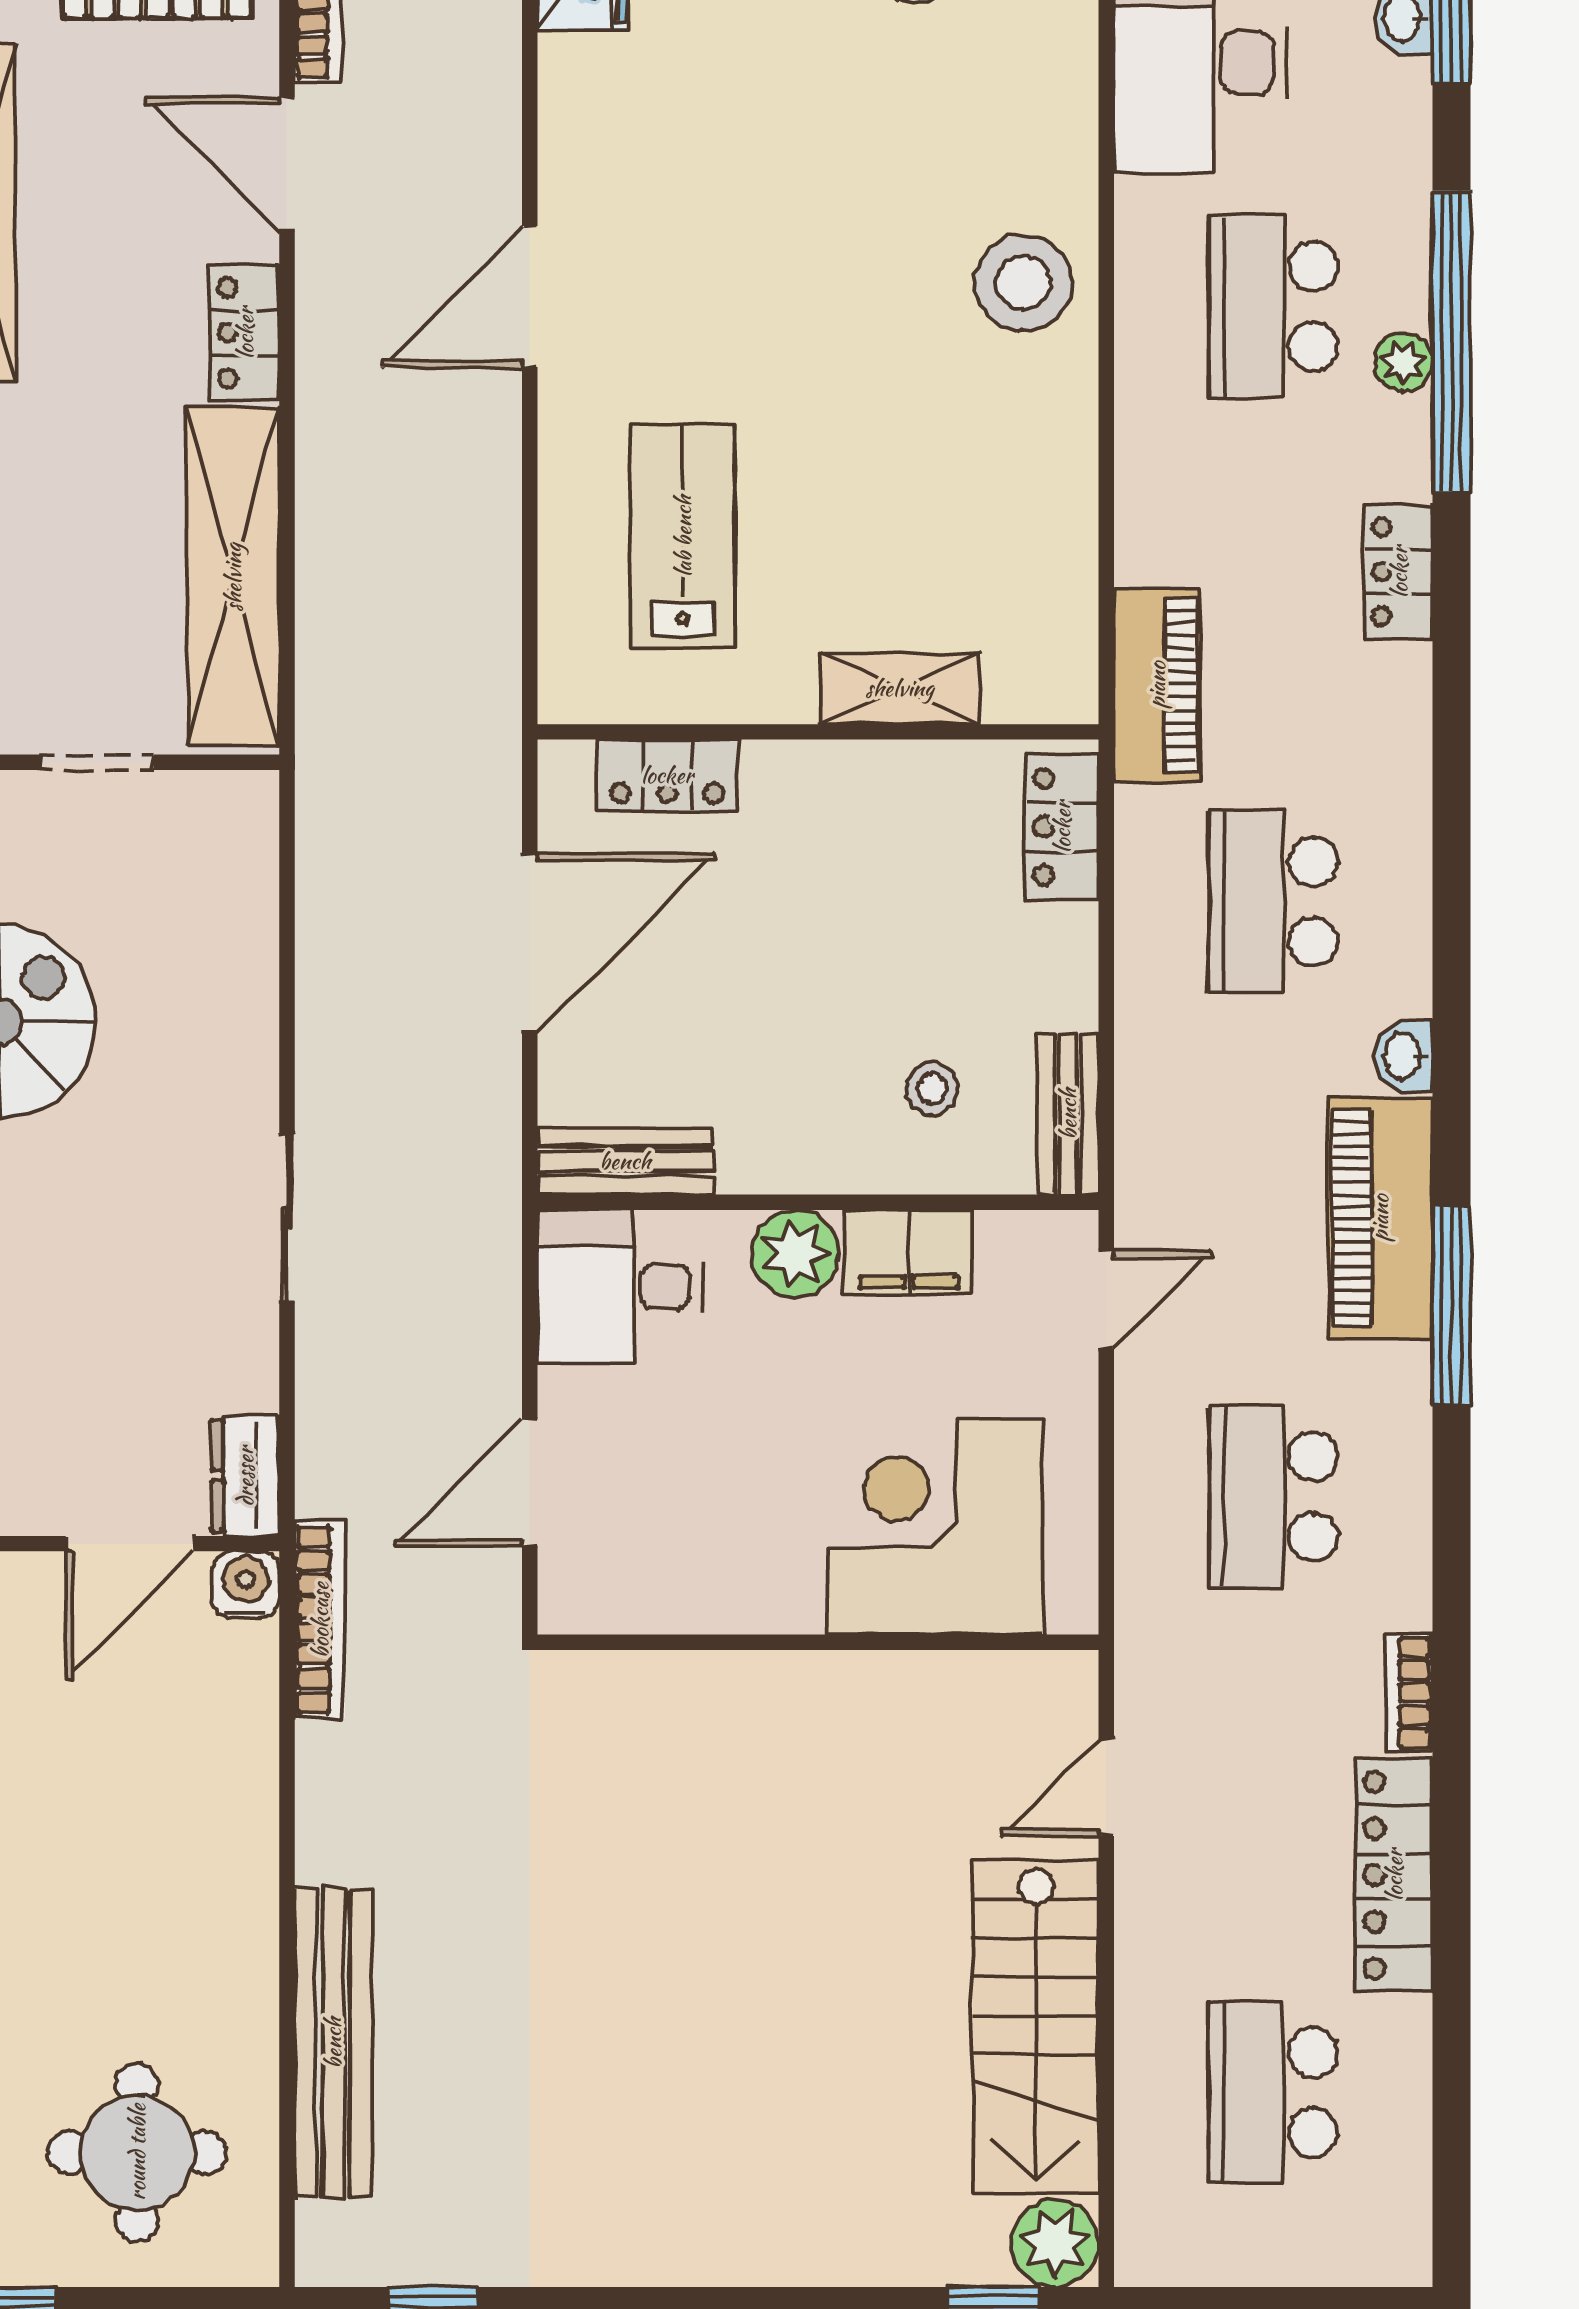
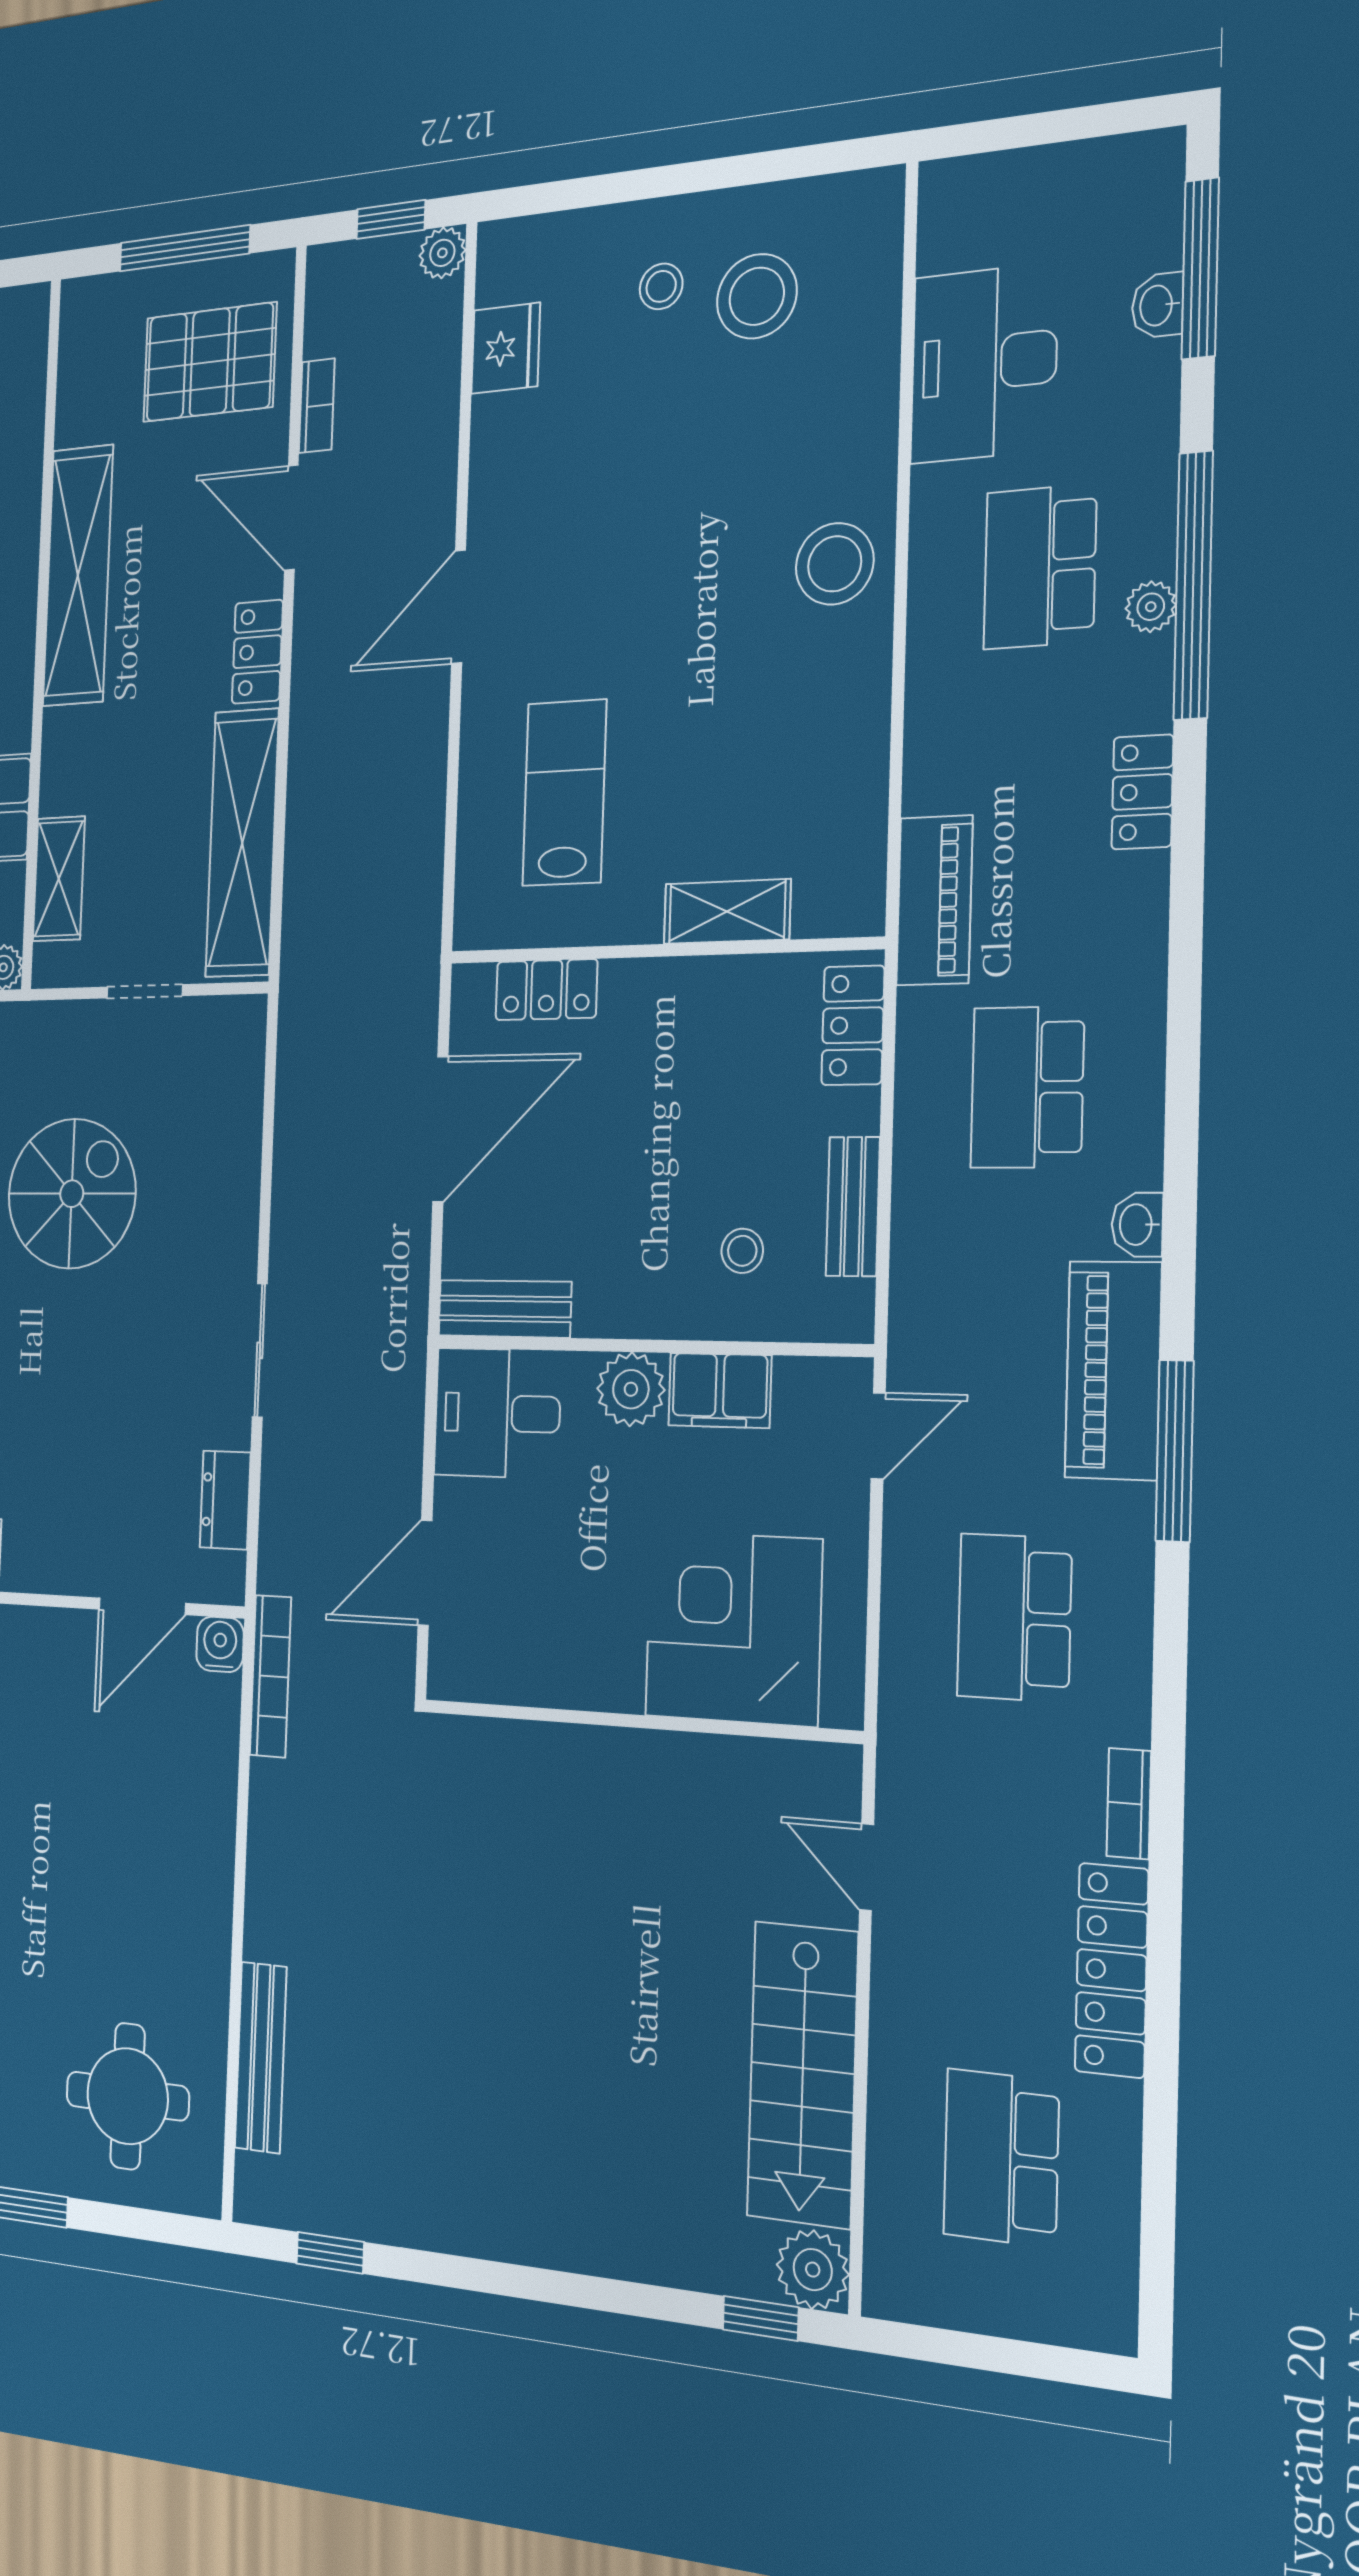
bench: (1068, 1114) -> (853, 1207), moved
dresser: (245, 1476) -> (225, 1500), moved
door: (1106, 1788) -> (867, 1867), hinge flipped
bench: (333, 2043) -> (261, 2057), width x0.73, depth x0.82

